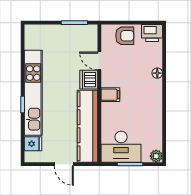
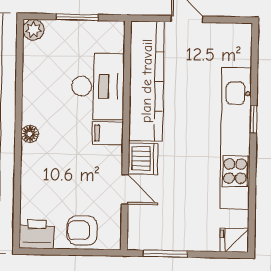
floor lamp: (157, 73) -> (30, 134), moved
fridge: (33, 144) -> (234, 240), moved
desk: (121, 147) -> (98, 86), moved, turned 90

